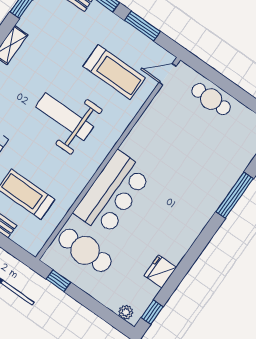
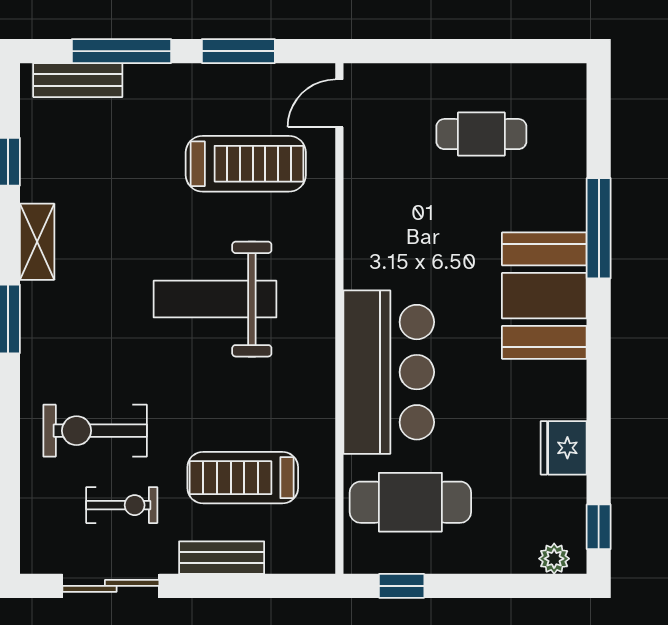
cafe table: (211, 99) -> (481, 134), moved
booth: (195, 206) -> (544, 296), added

